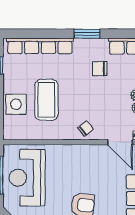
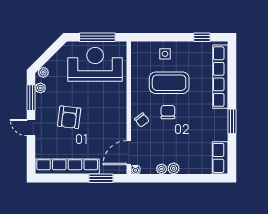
chair: (100, 69) -> (168, 112), moved
side table: (16, 104) -> (165, 54), width x0.54, depth x0.54

